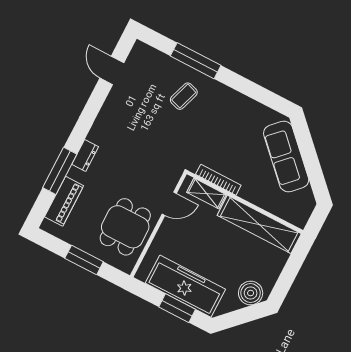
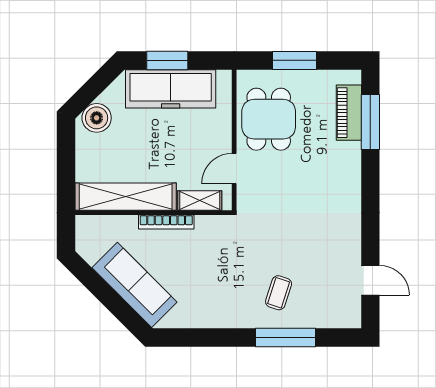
dresser: (85, 155) -> (352, 174), removed
window: (60, 171) -> (370, 122), moved
bookcase: (218, 180) -> (166, 222), moved

